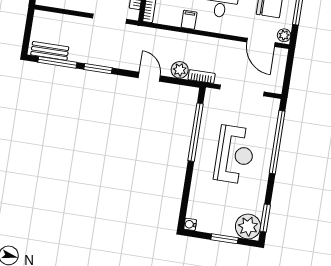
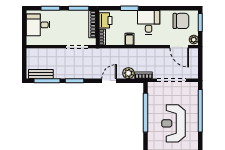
door: (149, 77) -> (109, 81), hinge flipped
reception desk: (235, 155) -> (173, 123), turned 180

